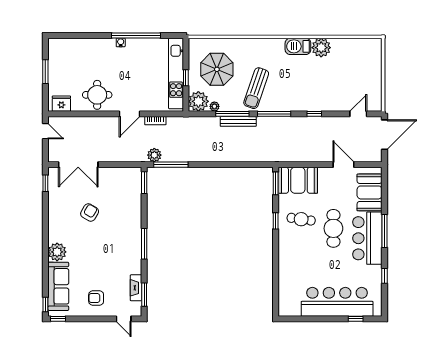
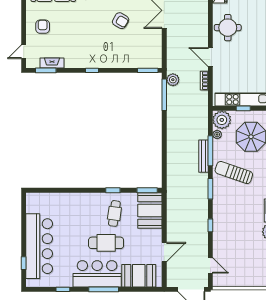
window: (274, 114) -> (210, 189), width x0.69
window: (144, 244) -> (92, 70), width x0.46

